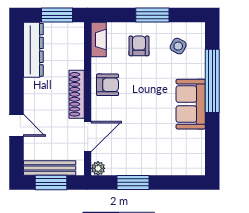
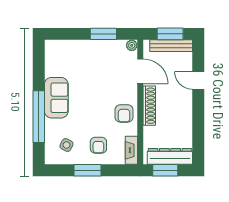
dresser: (33, 50) -> (170, 156), moved, turned 90
armchair: (108, 85) -> (124, 113), turned -90
door: (88, 136) -> (140, 71), swing flipped

